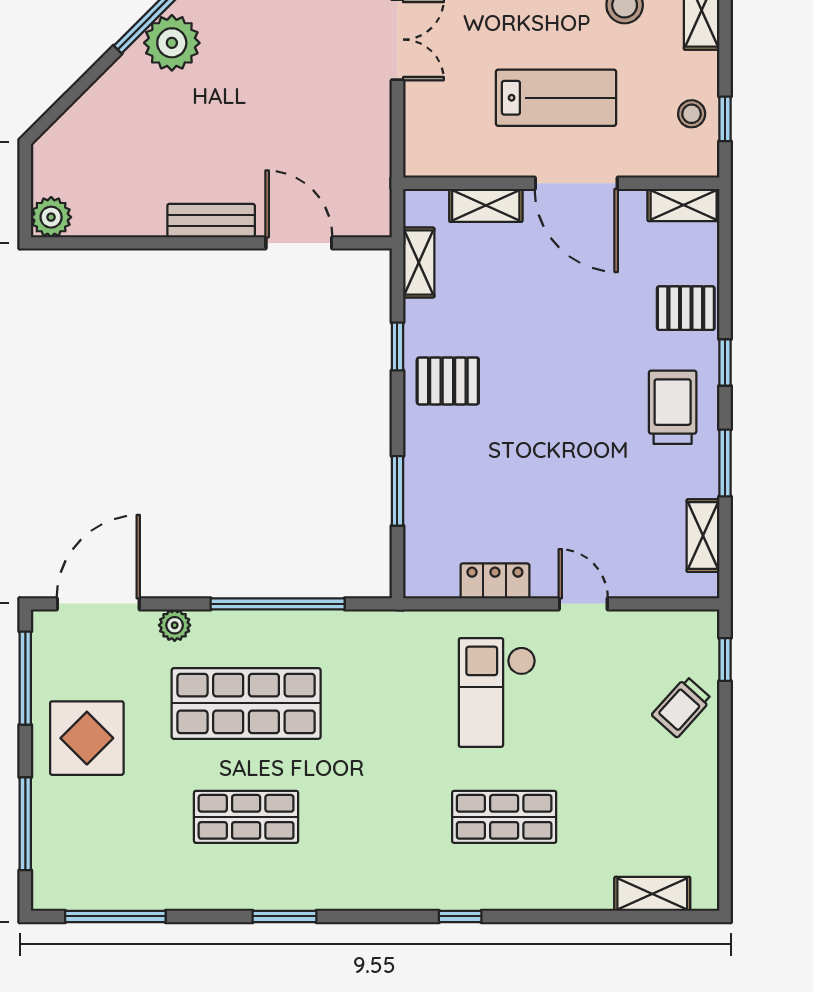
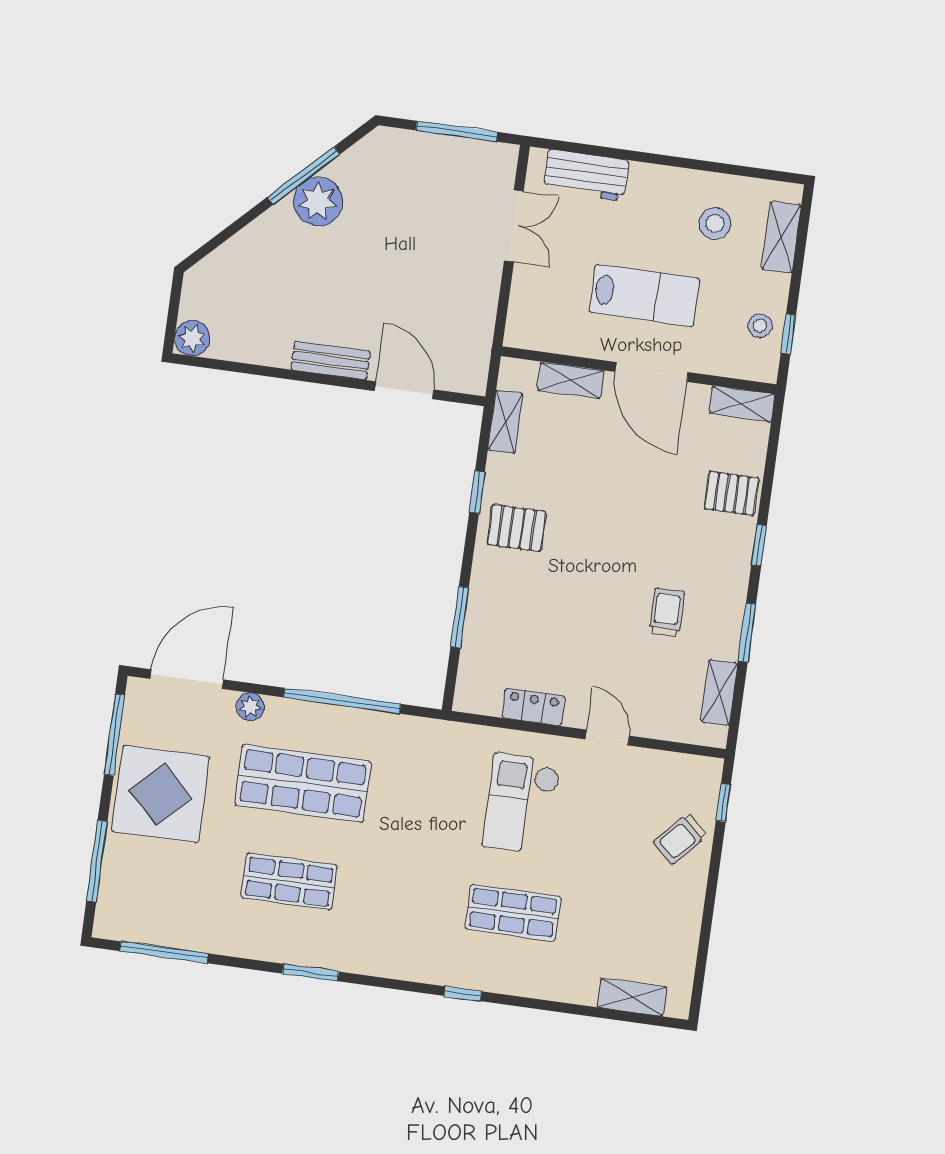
trolley: (673, 407) -> (667, 612), moved, width x0.73, depth x0.72
display table: (87, 738) -> (161, 794), width x1.36, depth x1.36

